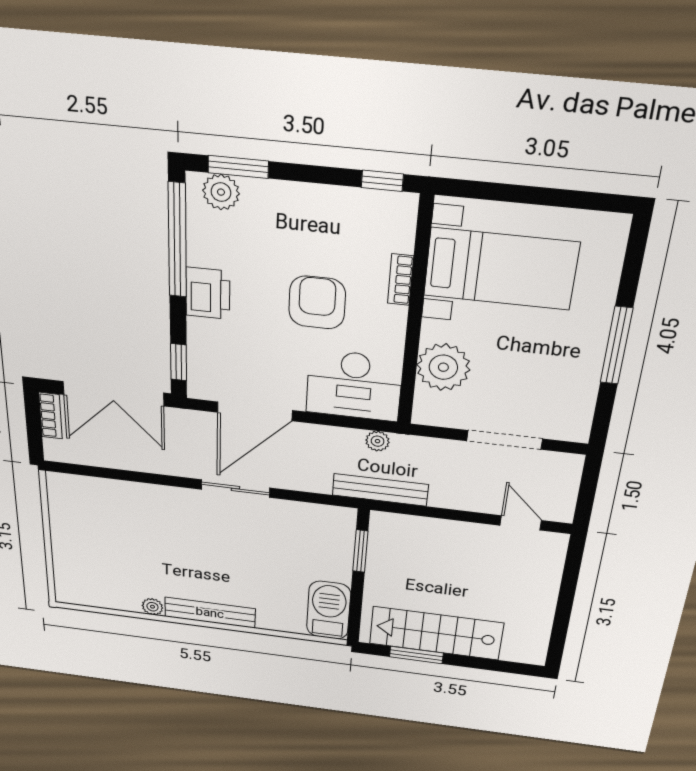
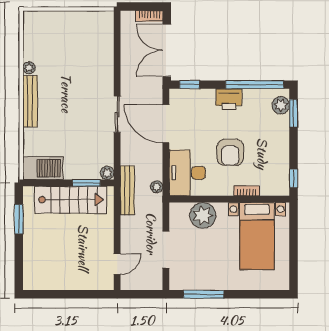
armchair: (317, 303) -> (230, 152), turned 90
window: (616, 346) -> (204, 294), moved
plant: (344, 517) -> (107, 173), added
stairs: (436, 633) -> (71, 200), moved, turned 90

